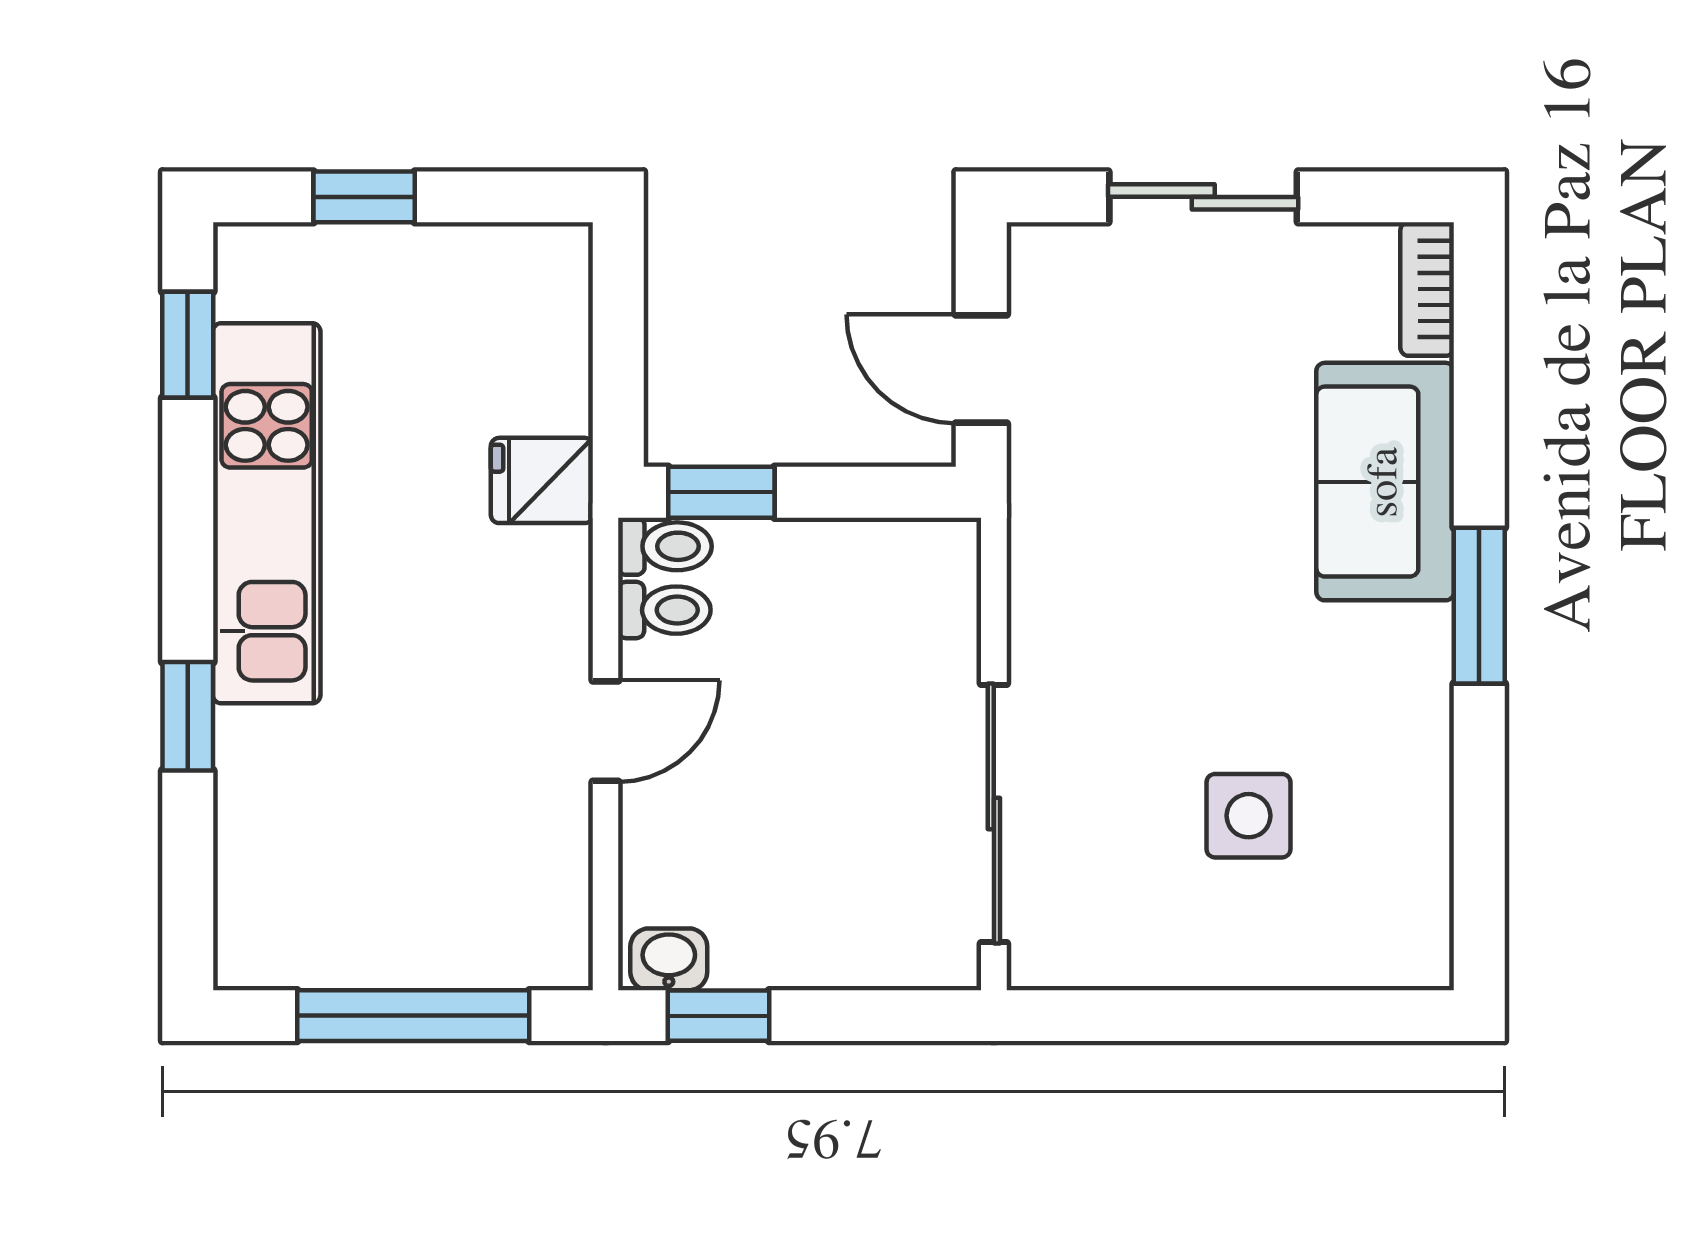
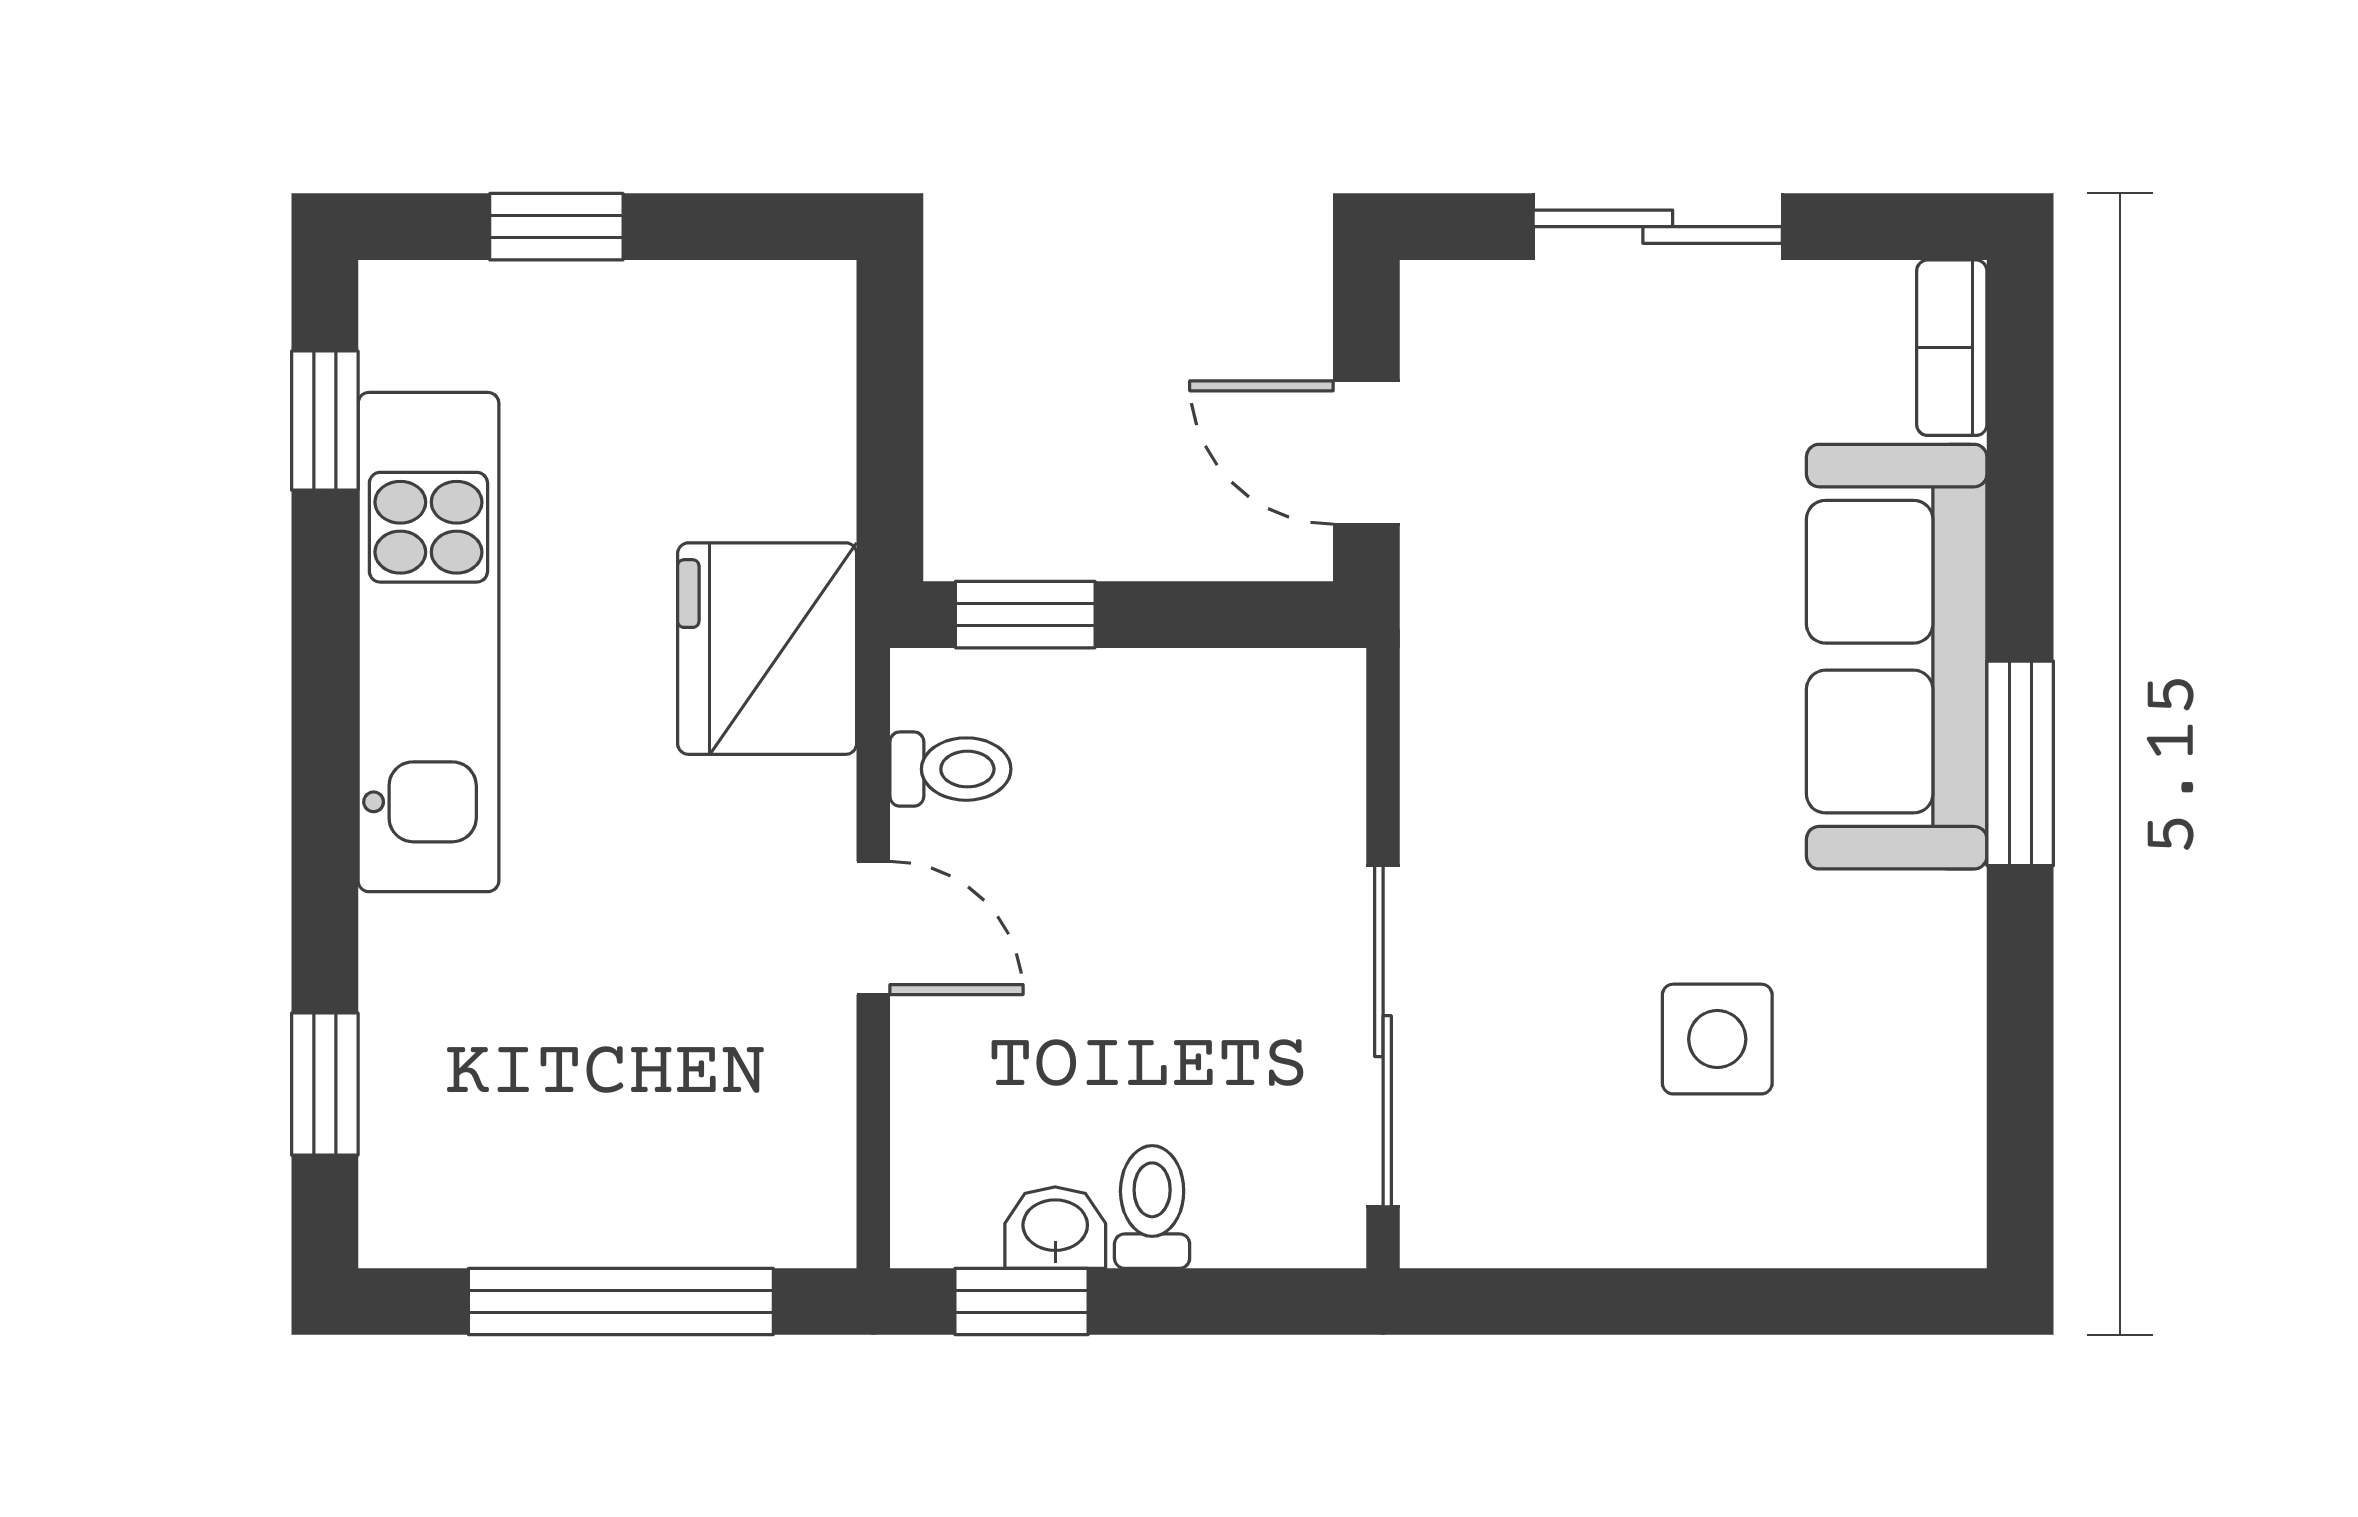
fridge: (542, 480) -> (767, 649), width x1.88, depth x1.34
sofa: (1385, 482) -> (1897, 657), width x1.36
toilet: (665, 546) -> (1152, 1207), moved, turned -90
window: (188, 716) -> (325, 1084), moved
door: (606, 731) -> (873, 928), hinge flipped
washbasin: (669, 959) -> (1055, 1228), moved

